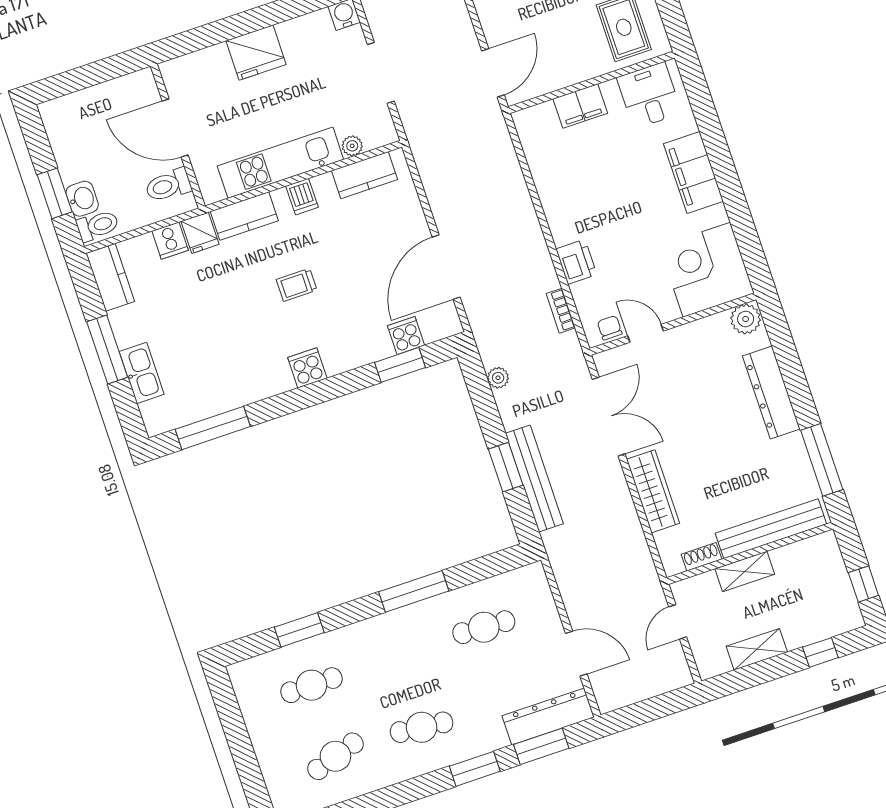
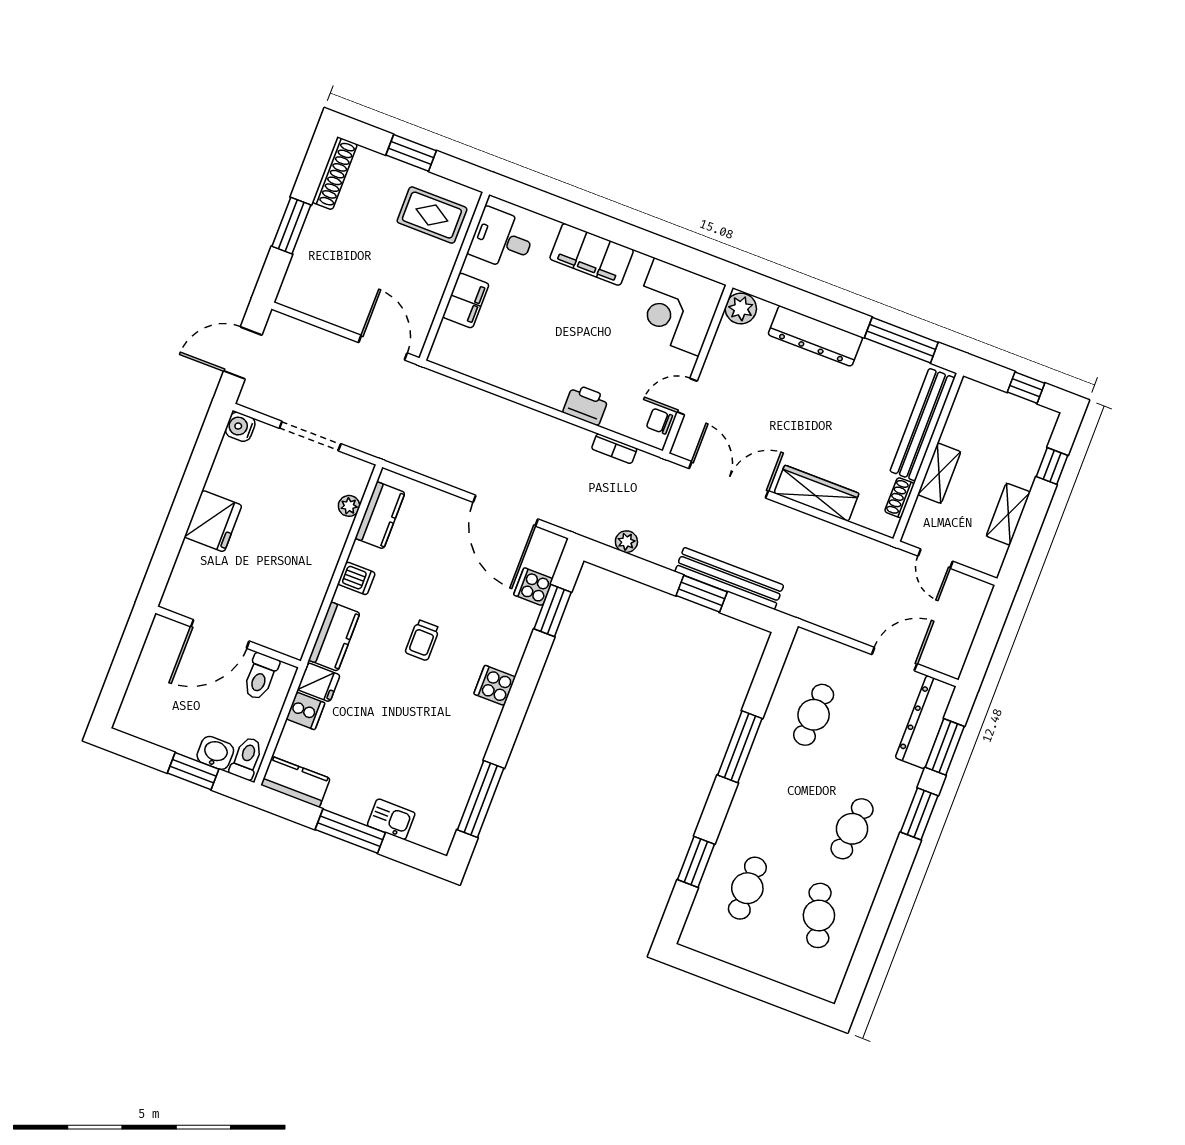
kitchen unit: (280, 163) -> (316, 573), removed
kitchen sink: (142, 373) -> (391, 819), width x0.73

